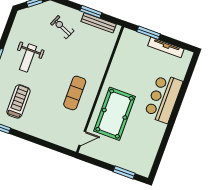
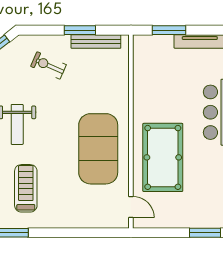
exercise mat: (75, 93) -> (98, 149), width x2.00, depth x1.45
door: (82, 138) -> (131, 207), hinge flipped

